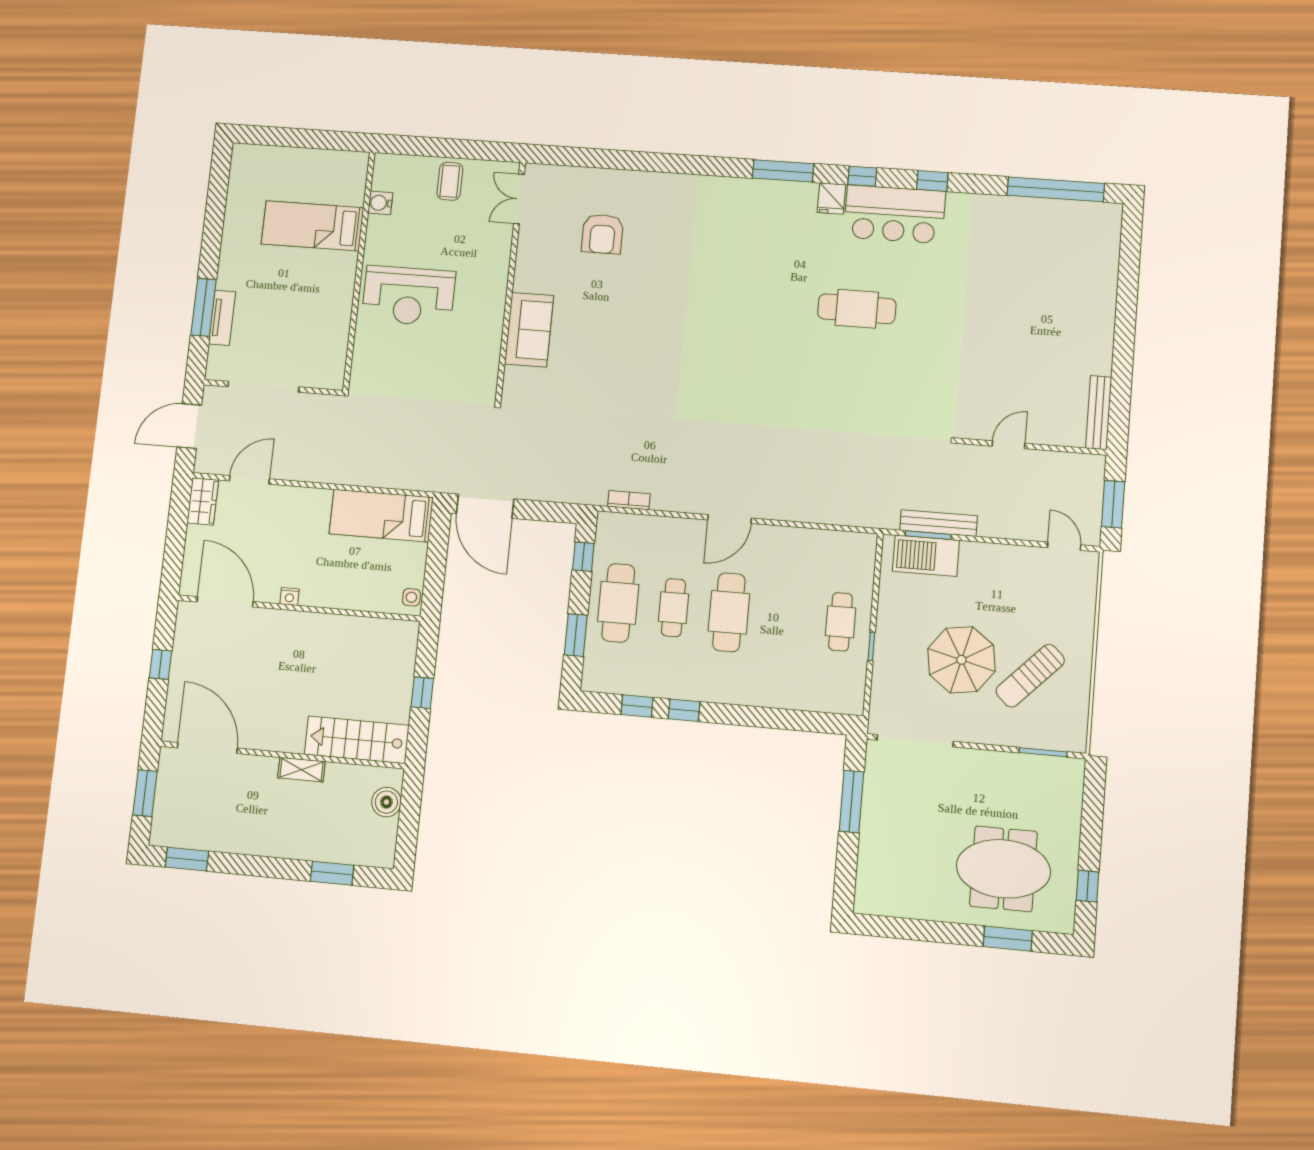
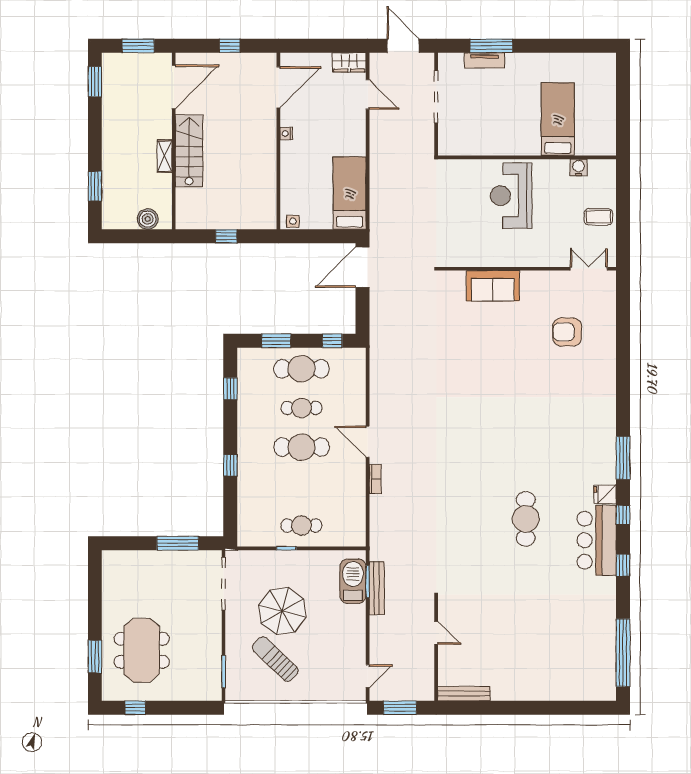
bookcase: (629, 500) -> (375, 479), moved
window: (684, 710) -> (230, 465), moved
stairs: (357, 740) -> (189, 151), moved

